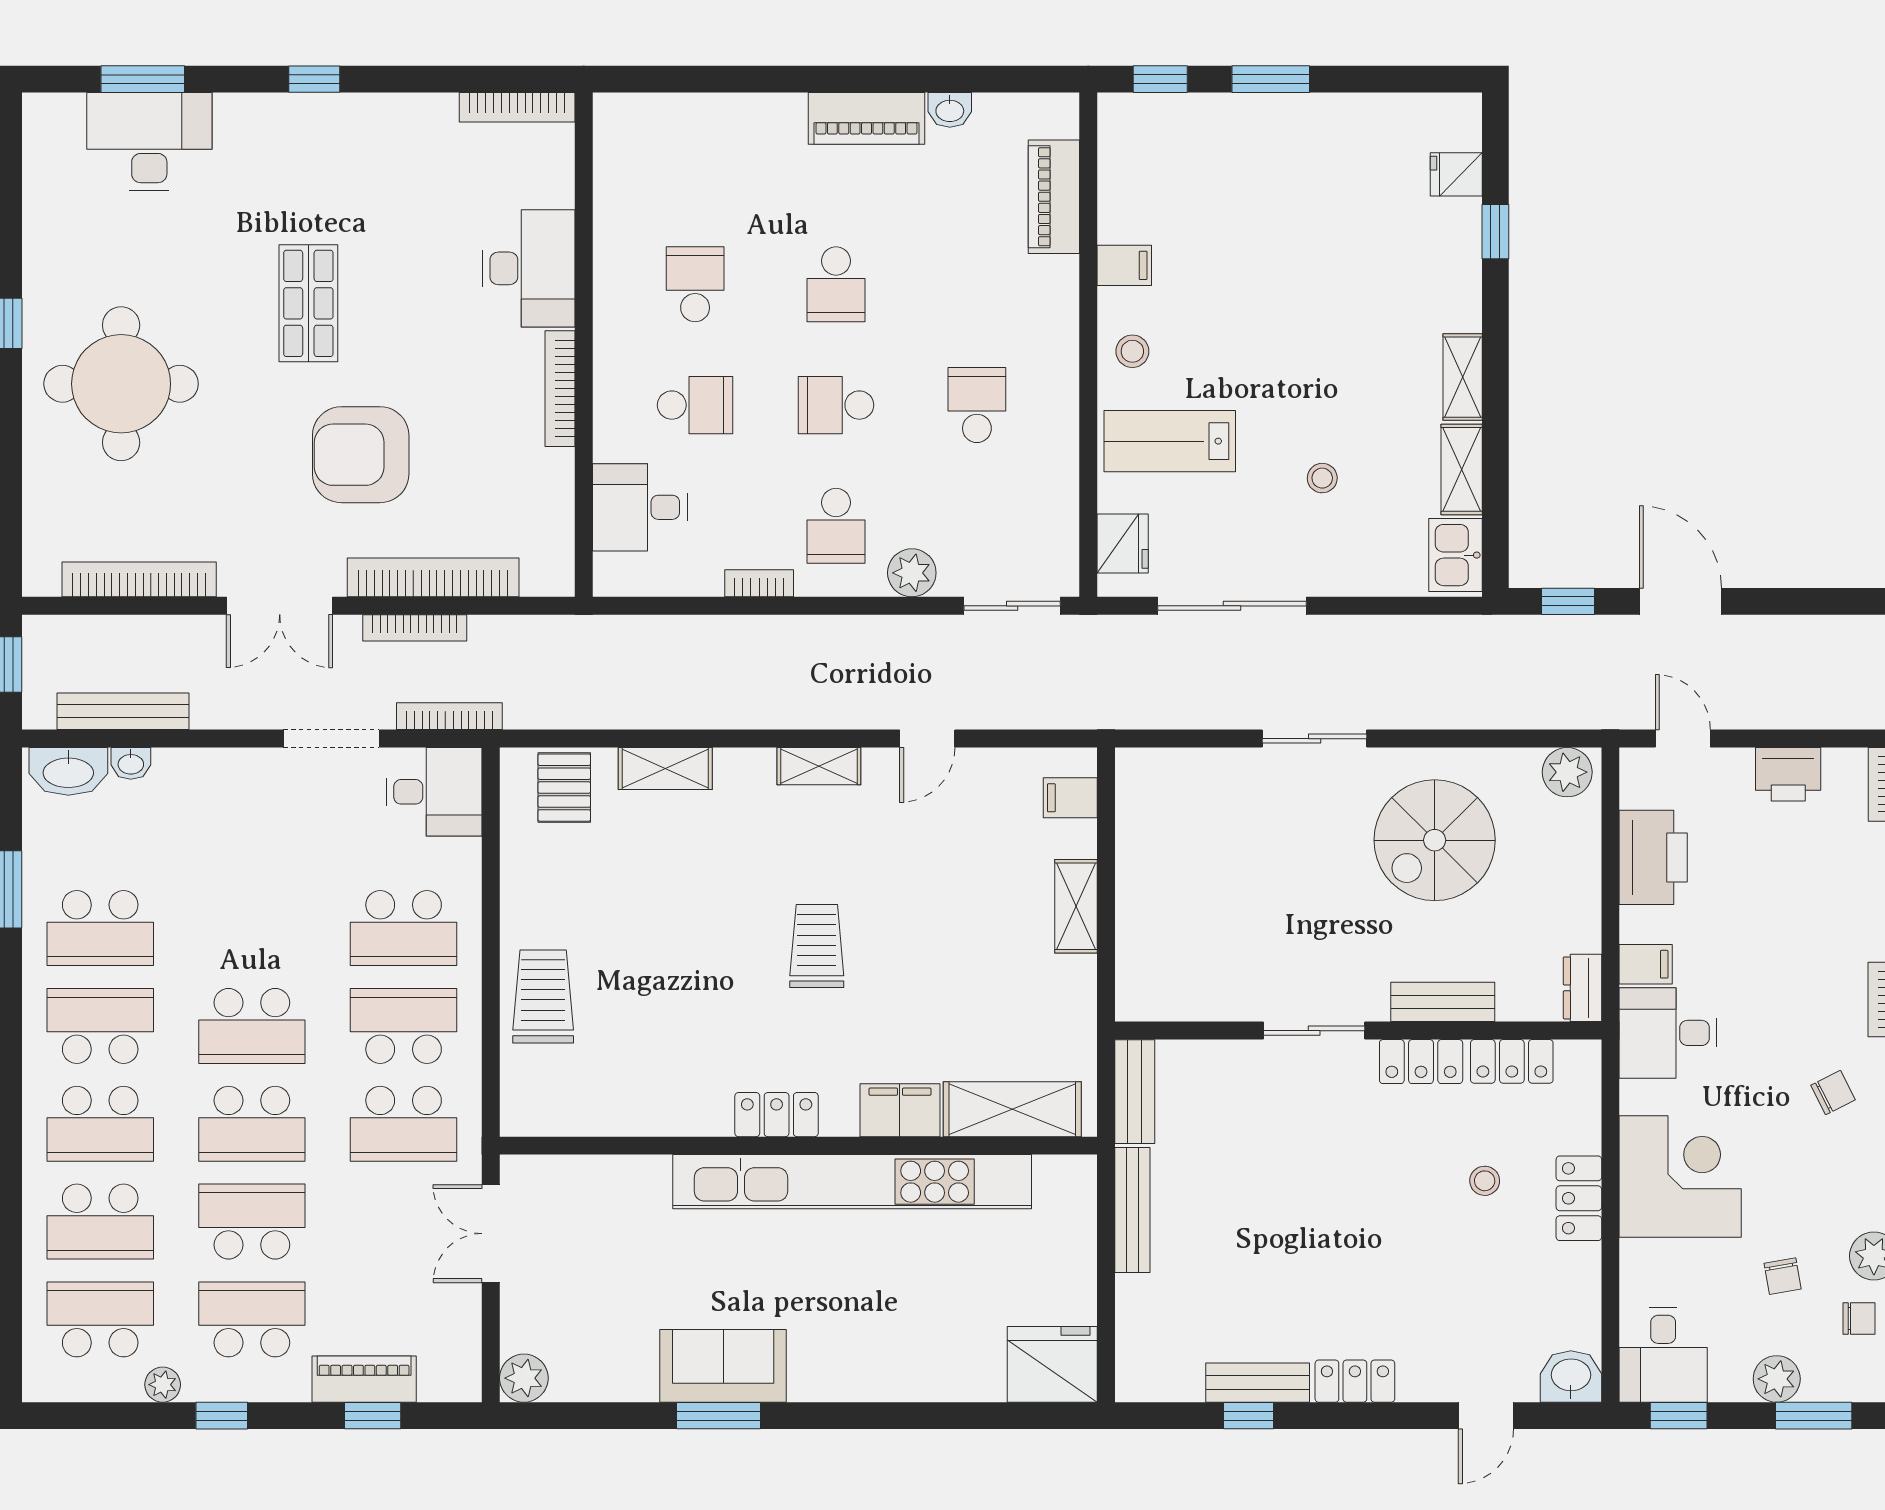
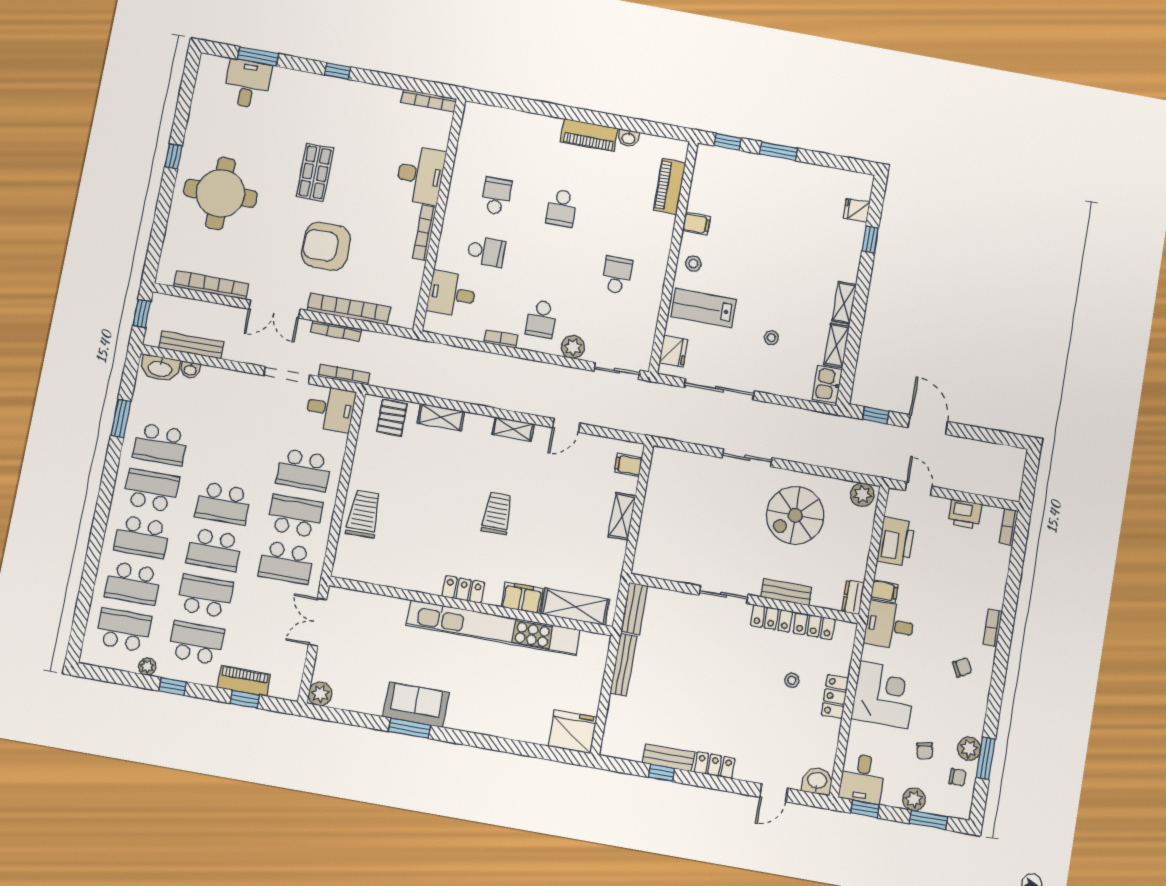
desk: (149, 142) -> (248, 84), width x0.73
school desk: (836, 405) -> (552, 263), removed

